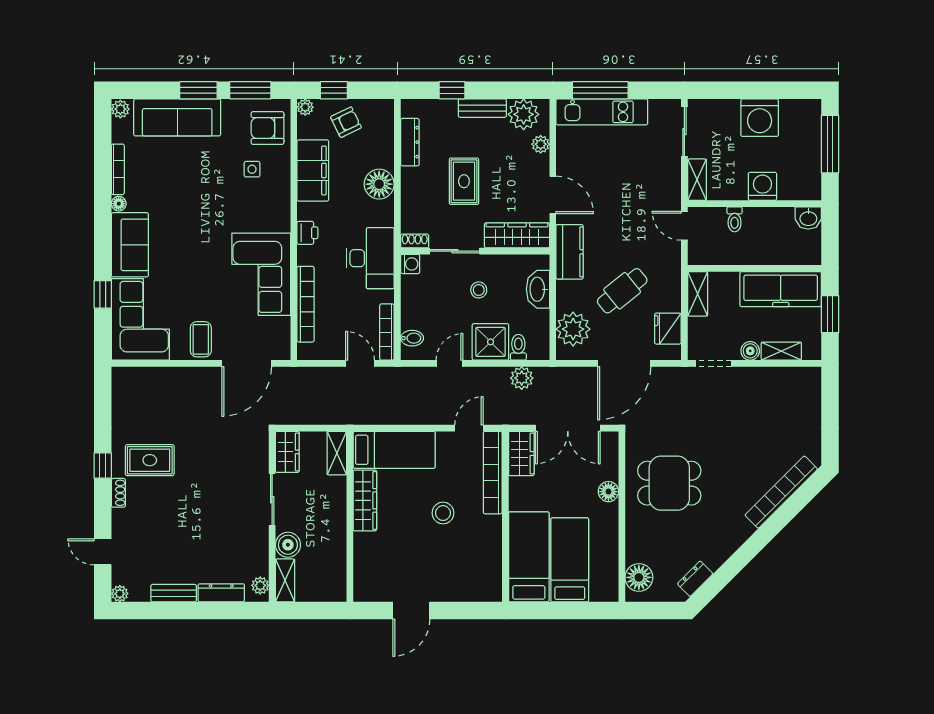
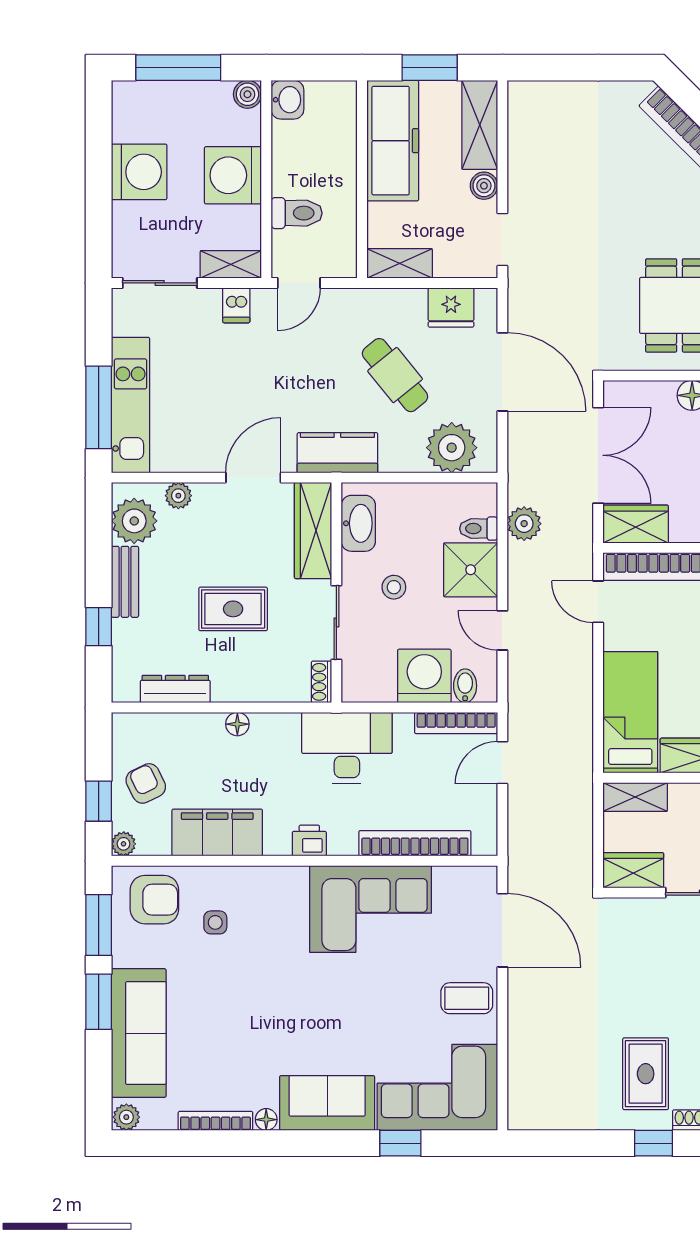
armchair: (267, 128) -> (154, 900), turned -90
dishwasher: (669, 183) -> (236, 305), added
floor lamp: (379, 184) -> (237, 724), width x0.53, depth x0.53
washing machine: (762, 186) -> (233, 175), width x1.37, depth x1.37
boiler: (812, 191) -> (247, 94), added
toilet: (735, 219) -> (297, 213), width x1.37, depth x1.39
washing machine: (410, 264) -> (424, 676), moved, width x1.89, depth x1.89
washbasin: (538, 289) -> (358, 523), moved, turned -90
shelving: (781, 351) -> (480, 125), width x1.50, depth x1.33

